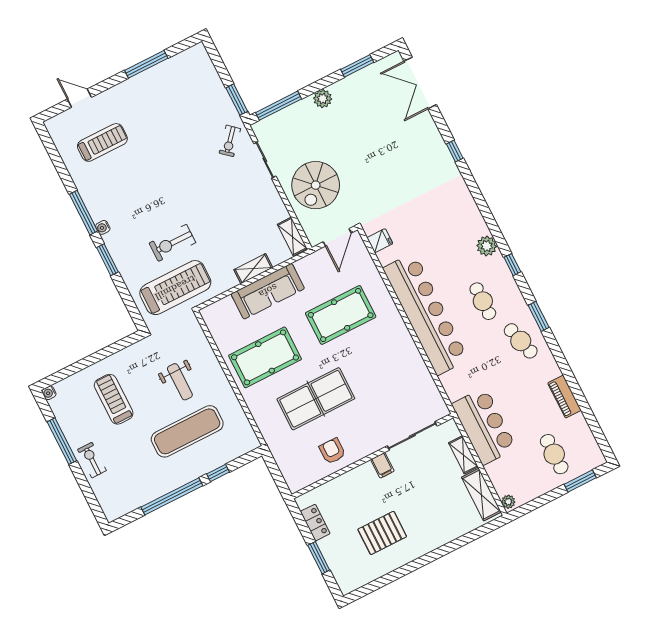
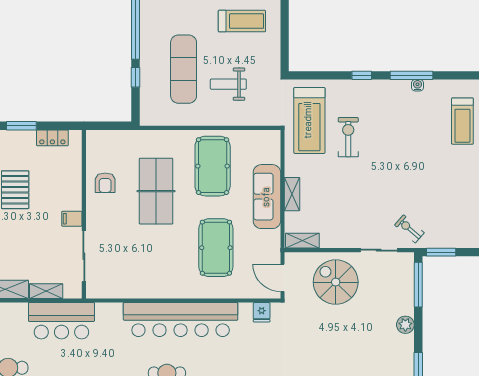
water cooler: (103, 227) -> (417, 85), moved
window: (107, 260) -> (362, 75), width x0.67
armchair: (332, 451) -> (105, 183), turned 90

